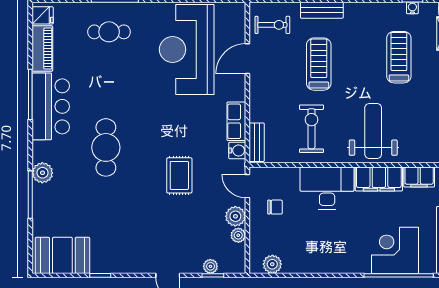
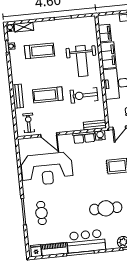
treadmill: (399, 57) -> (39, 51), turned 180
weight bench: (373, 131) -> (82, 61), turned -90

